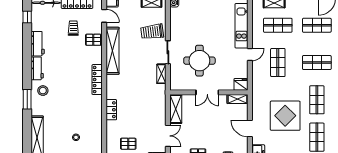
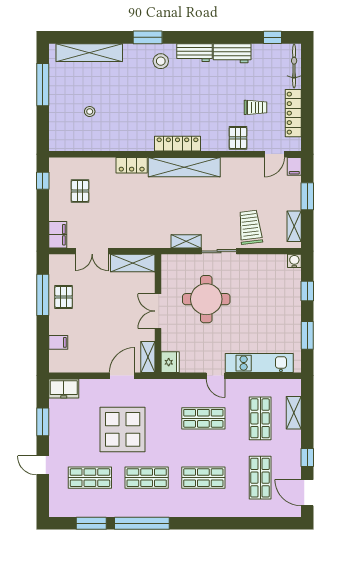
shelving: (113, 51) -> (184, 167), moved
shop shelf: (317, 63) -> (203, 478), turned 90
door: (250, 129) -> (122, 376), moved

